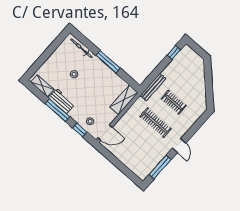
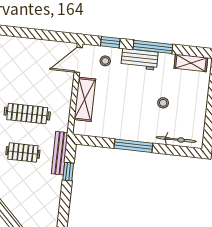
window: (174, 53) -> (68, 172), moved
shelving: (124, 100) -> (85, 99), moved
workbench: (61, 101) -> (140, 59), moved

